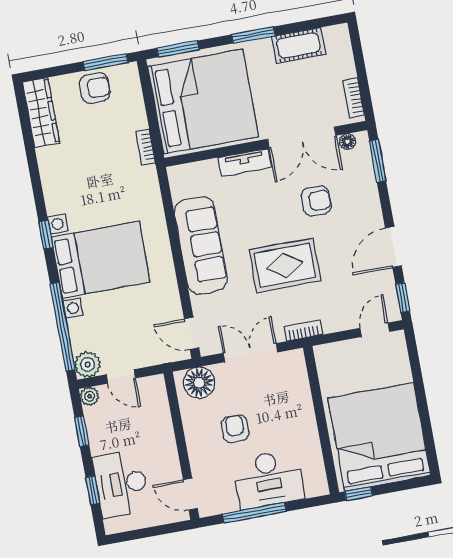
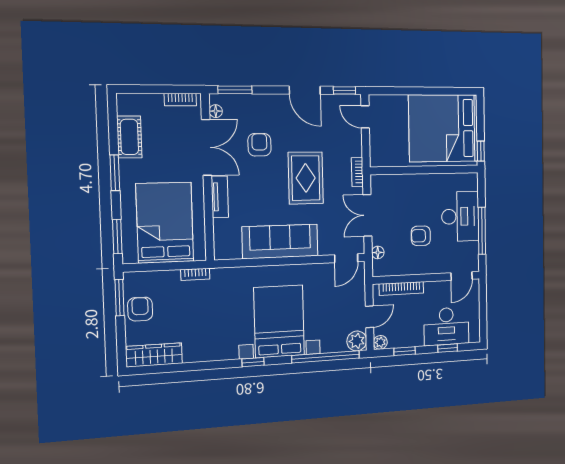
bed: (203, 102) -> (165, 223), width x0.73
floor lamp: (199, 383) -> (378, 252), width x0.53, depth x0.53
bookcase: (163, 413) -> (401, 288), added

